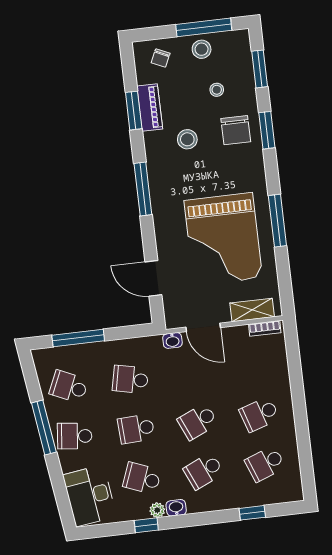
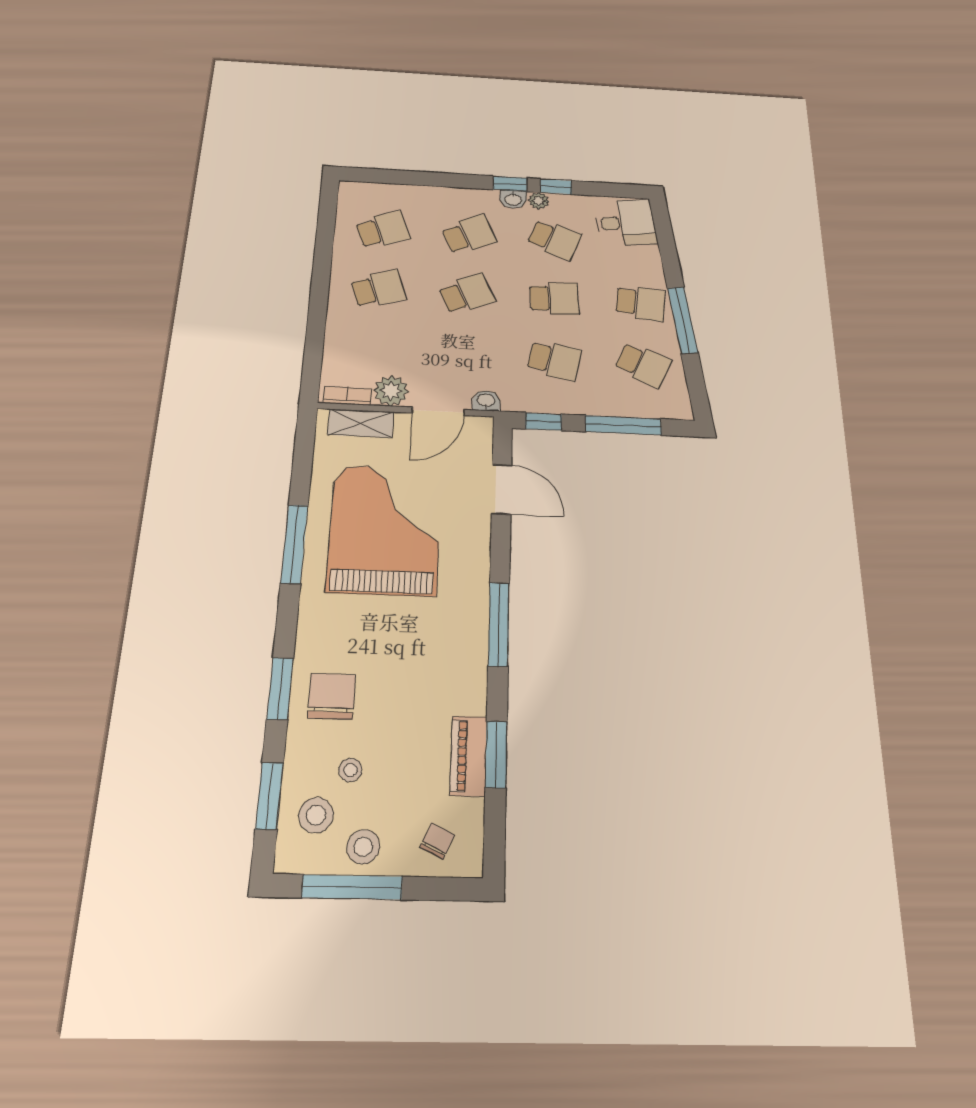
stool: (187, 139) -> (316, 815), moved
door: (203, 327) -> (438, 411), swing flipped
window: (132, 332) -> (544, 422), added
plant: (237, 337) -> (391, 391), added
desk: (90, 496) -> (626, 223), width x0.73
window: (252, 513) -> (510, 184), moved

